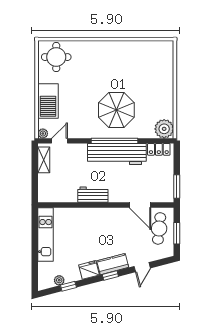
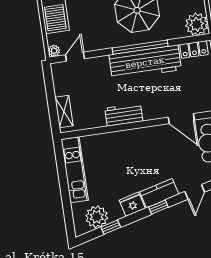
shelving: (44, 160) -> (64, 112), moved
plant: (59, 280) -> (97, 217), width x1.88, depth x1.88

